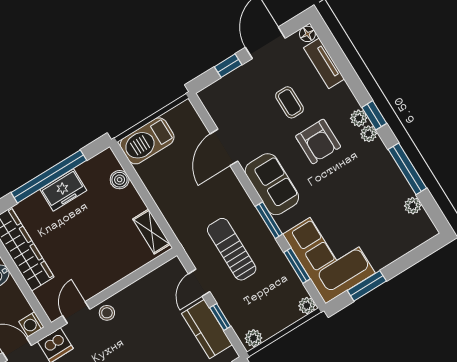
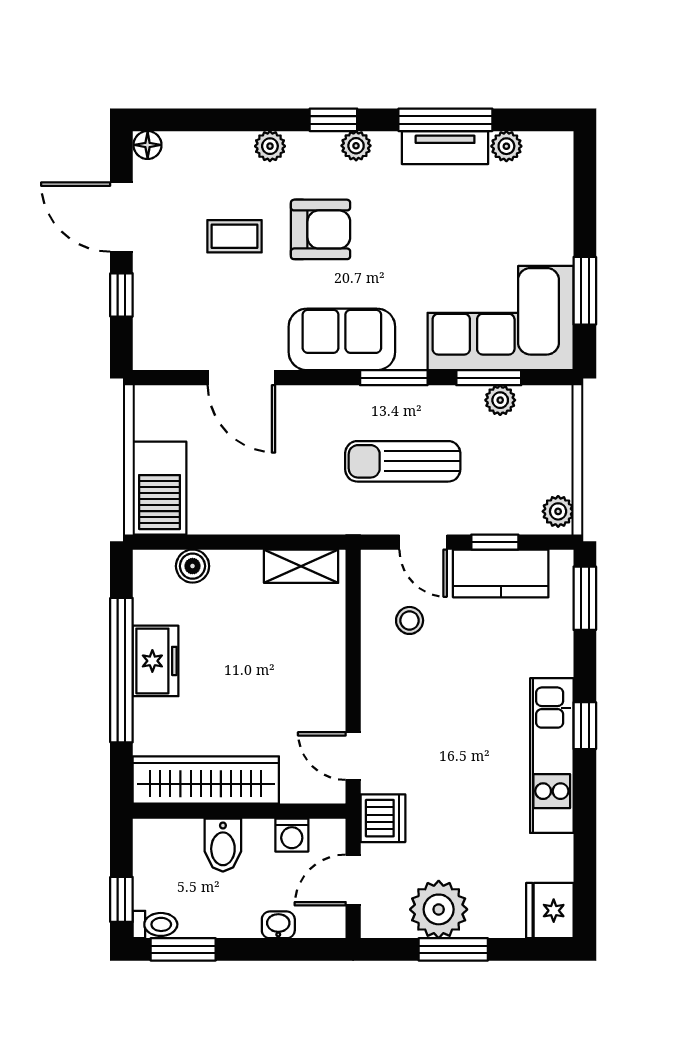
tv unit: (324, 63) -> (445, 148), moved
plant: (359, 118) -> (270, 146), moved
plant: (307, 306) -> (500, 400), moved
stool: (107, 313) -> (410, 620), moved
washing machine: (31, 324) -> (292, 835), moved

